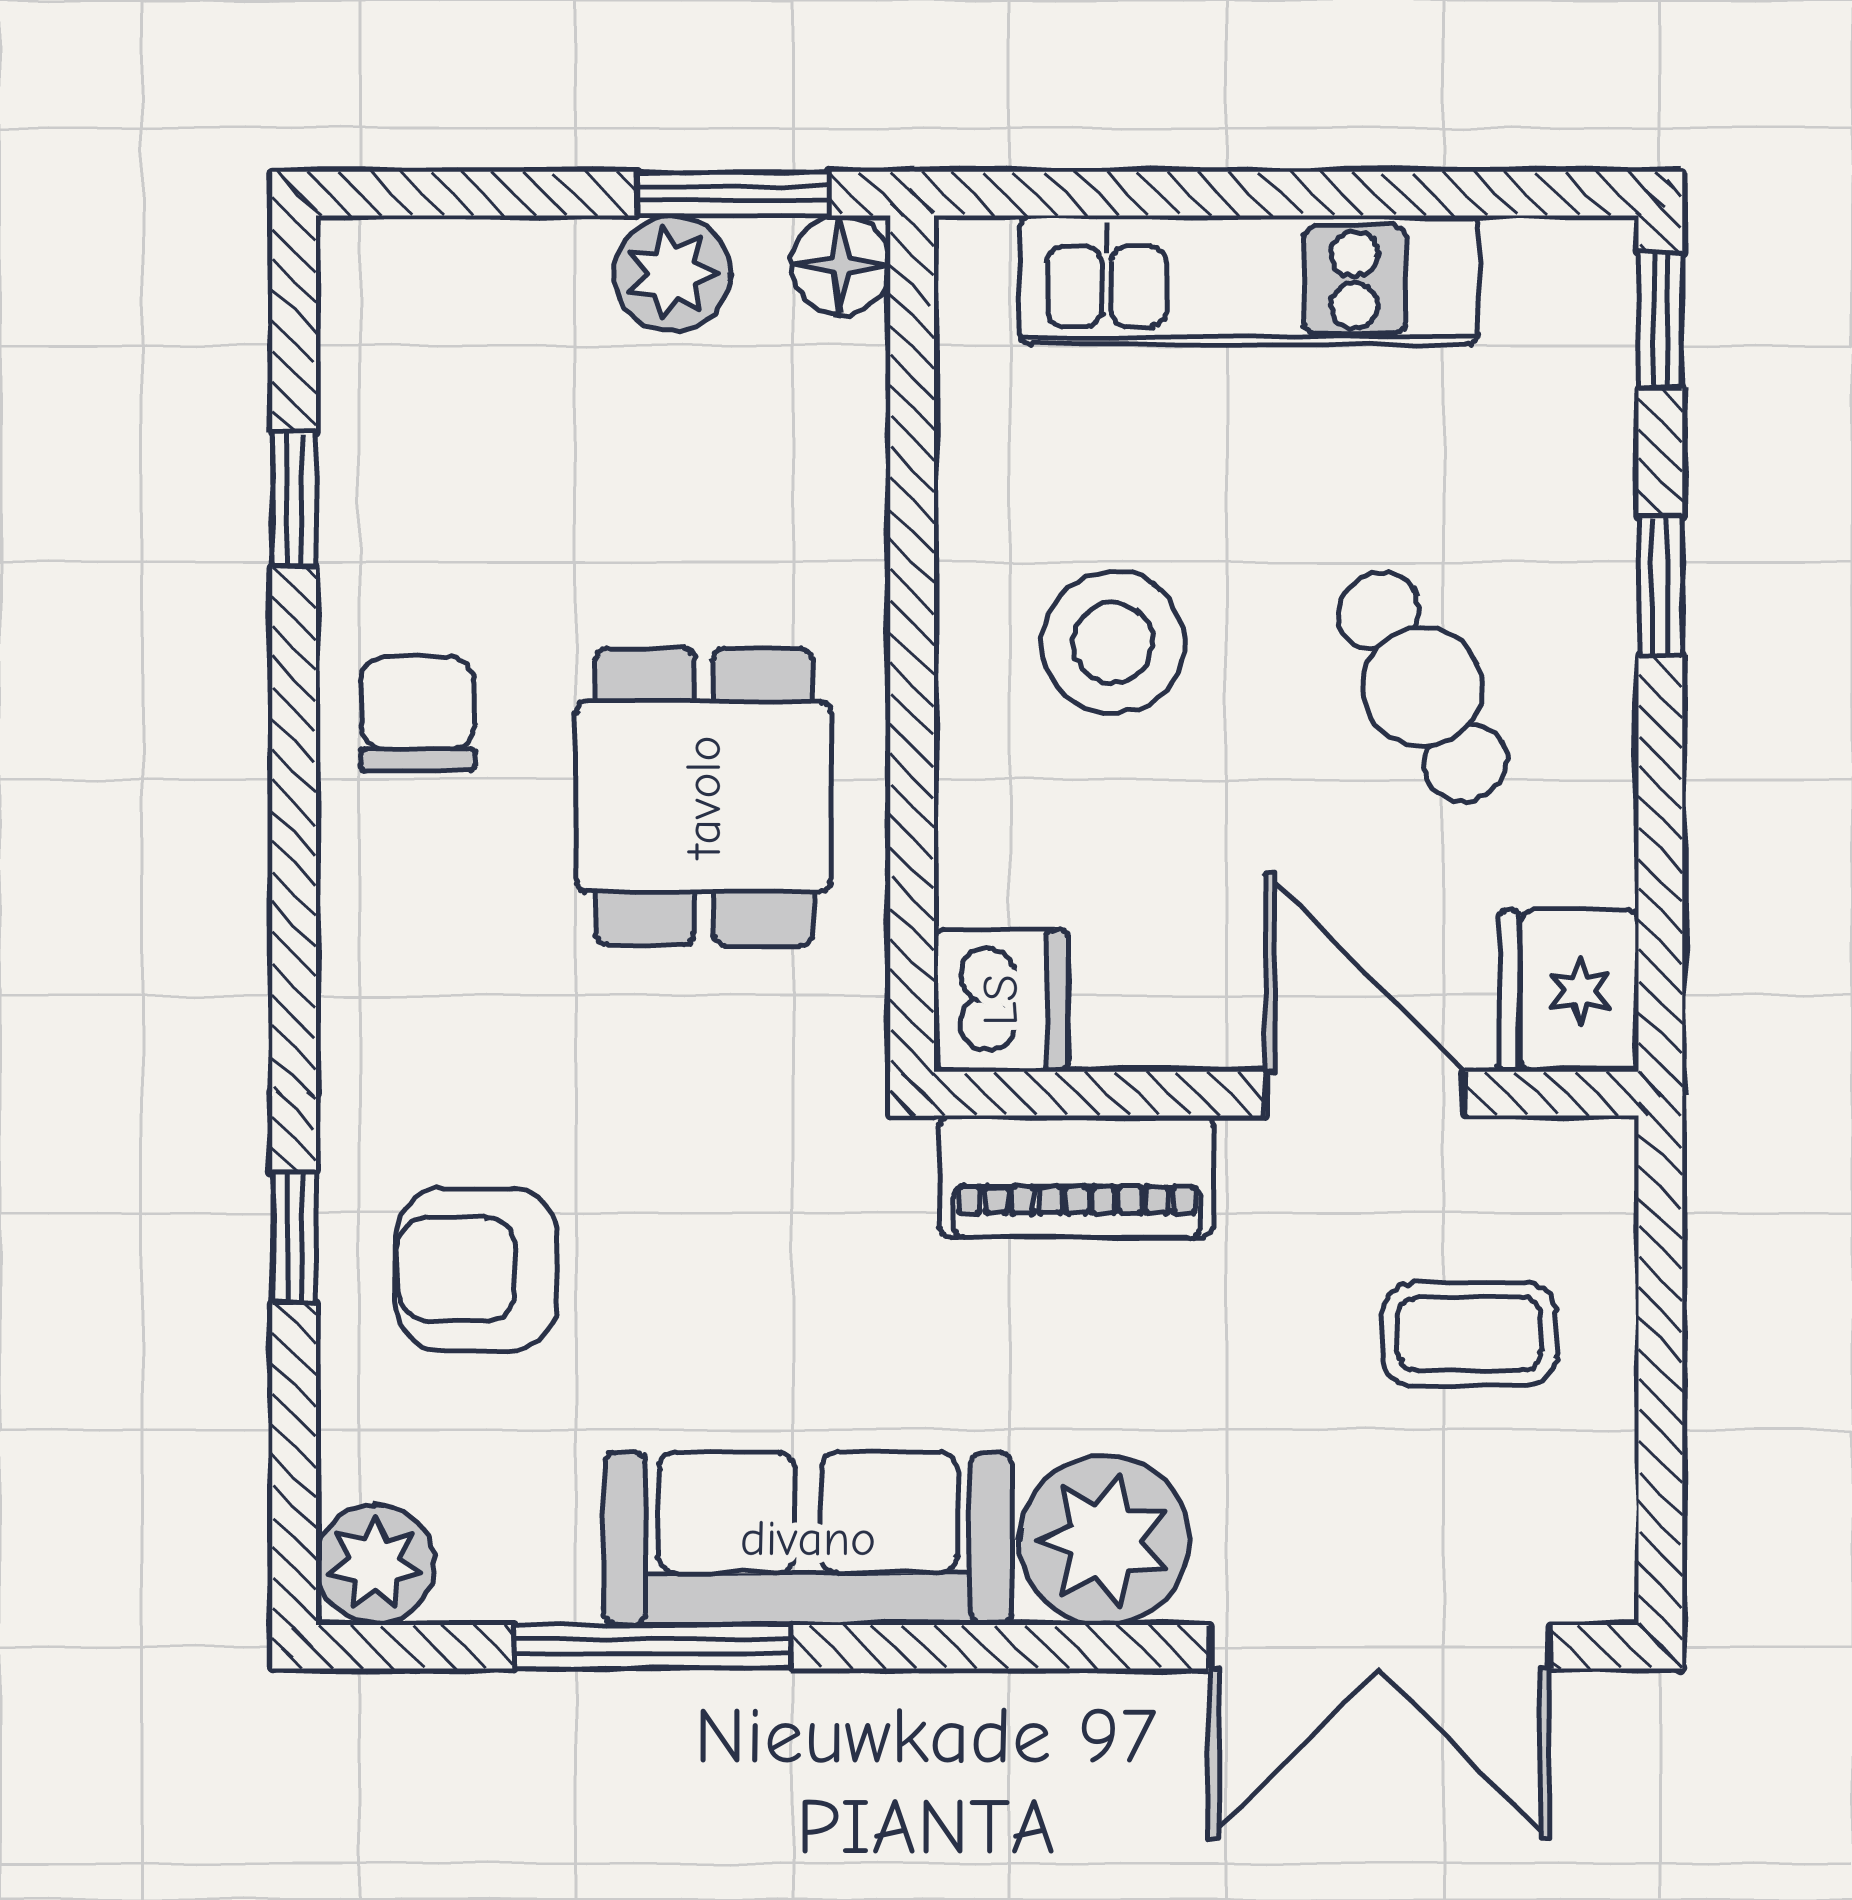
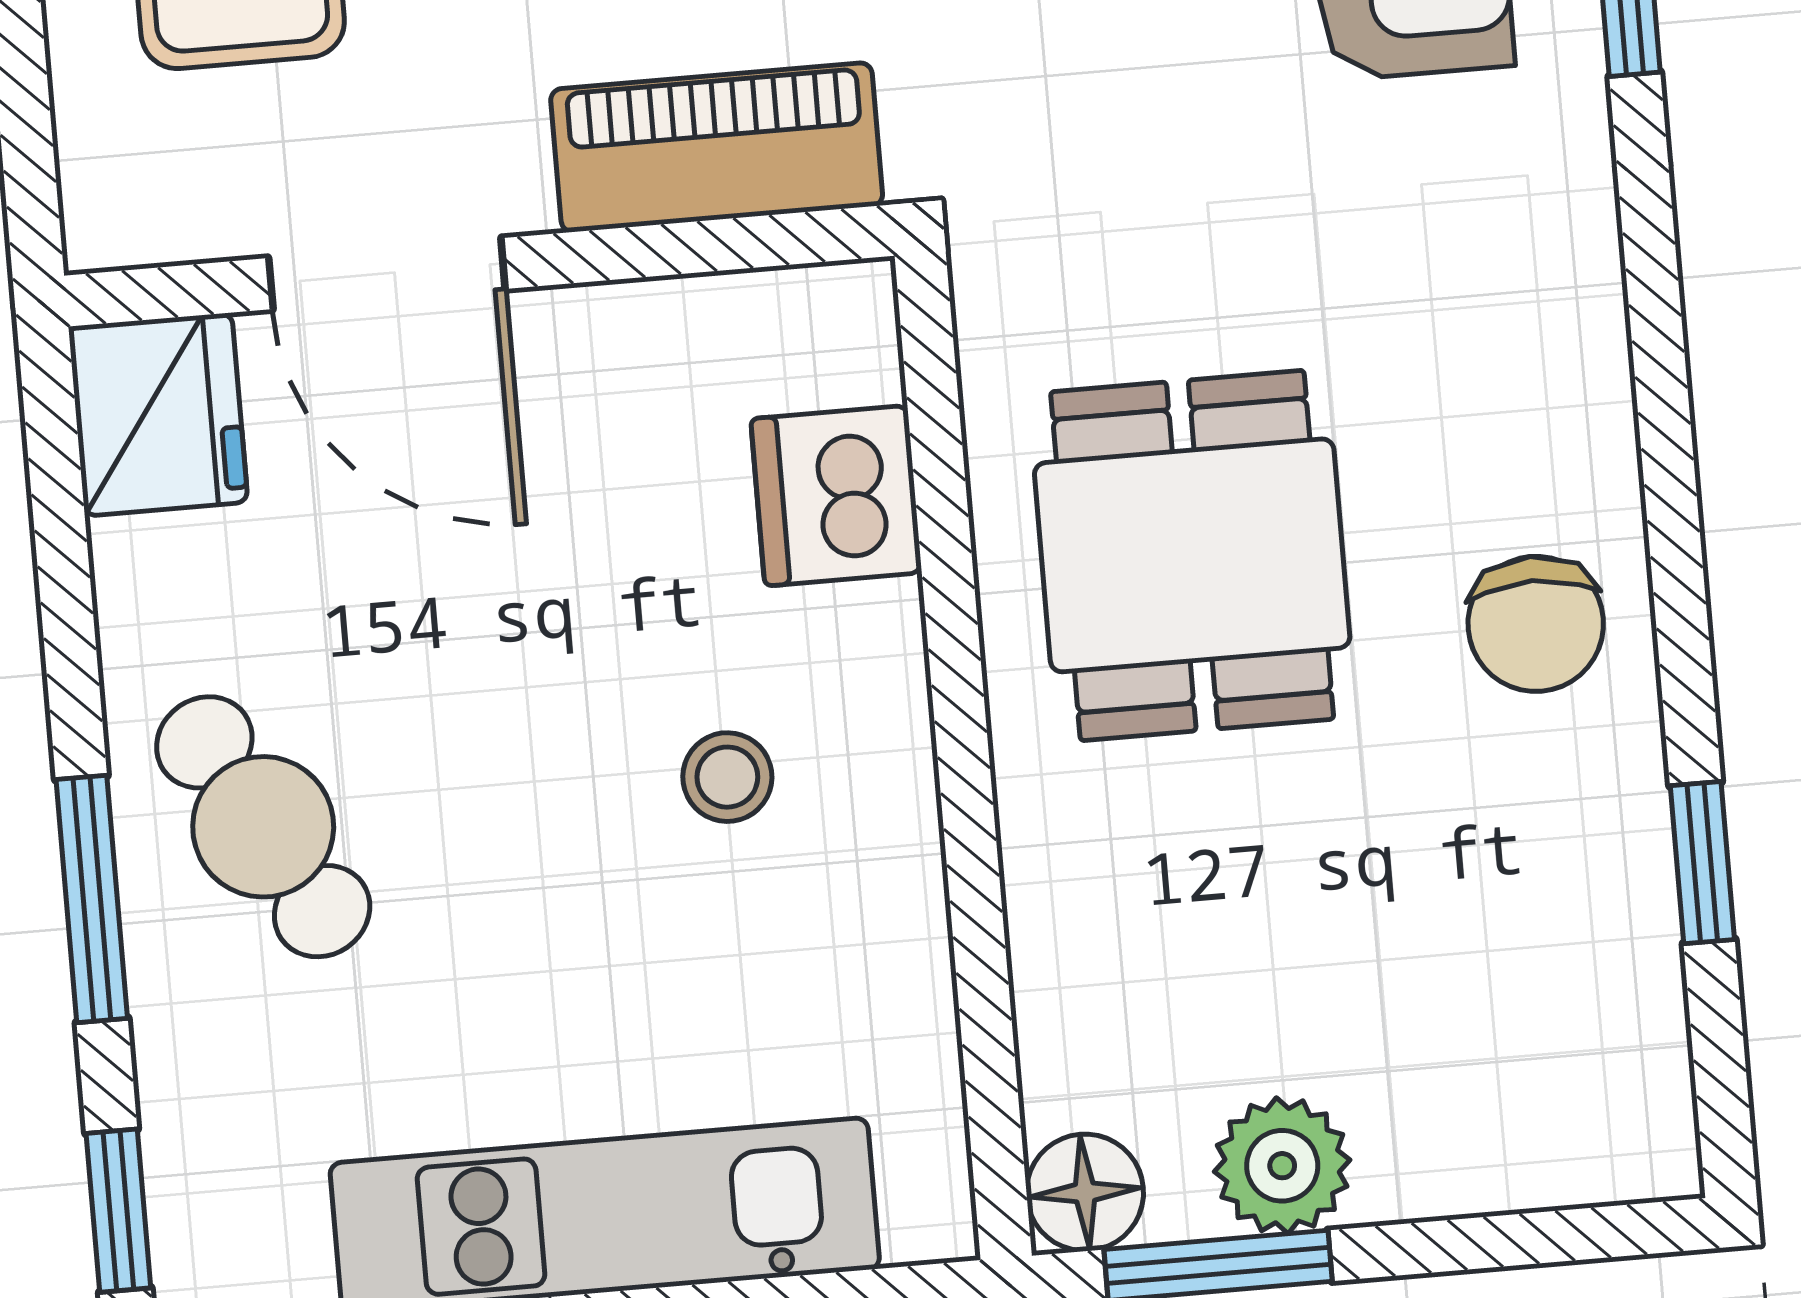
window: (1660, 586) -> (92, 899), width x1.50
stool: (1113, 643) -> (727, 777), width x0.53, depth x0.53
cafe table: (1422, 687) -> (263, 827), moved
dishwasher: (1001, 1000) -> (836, 496), moved

